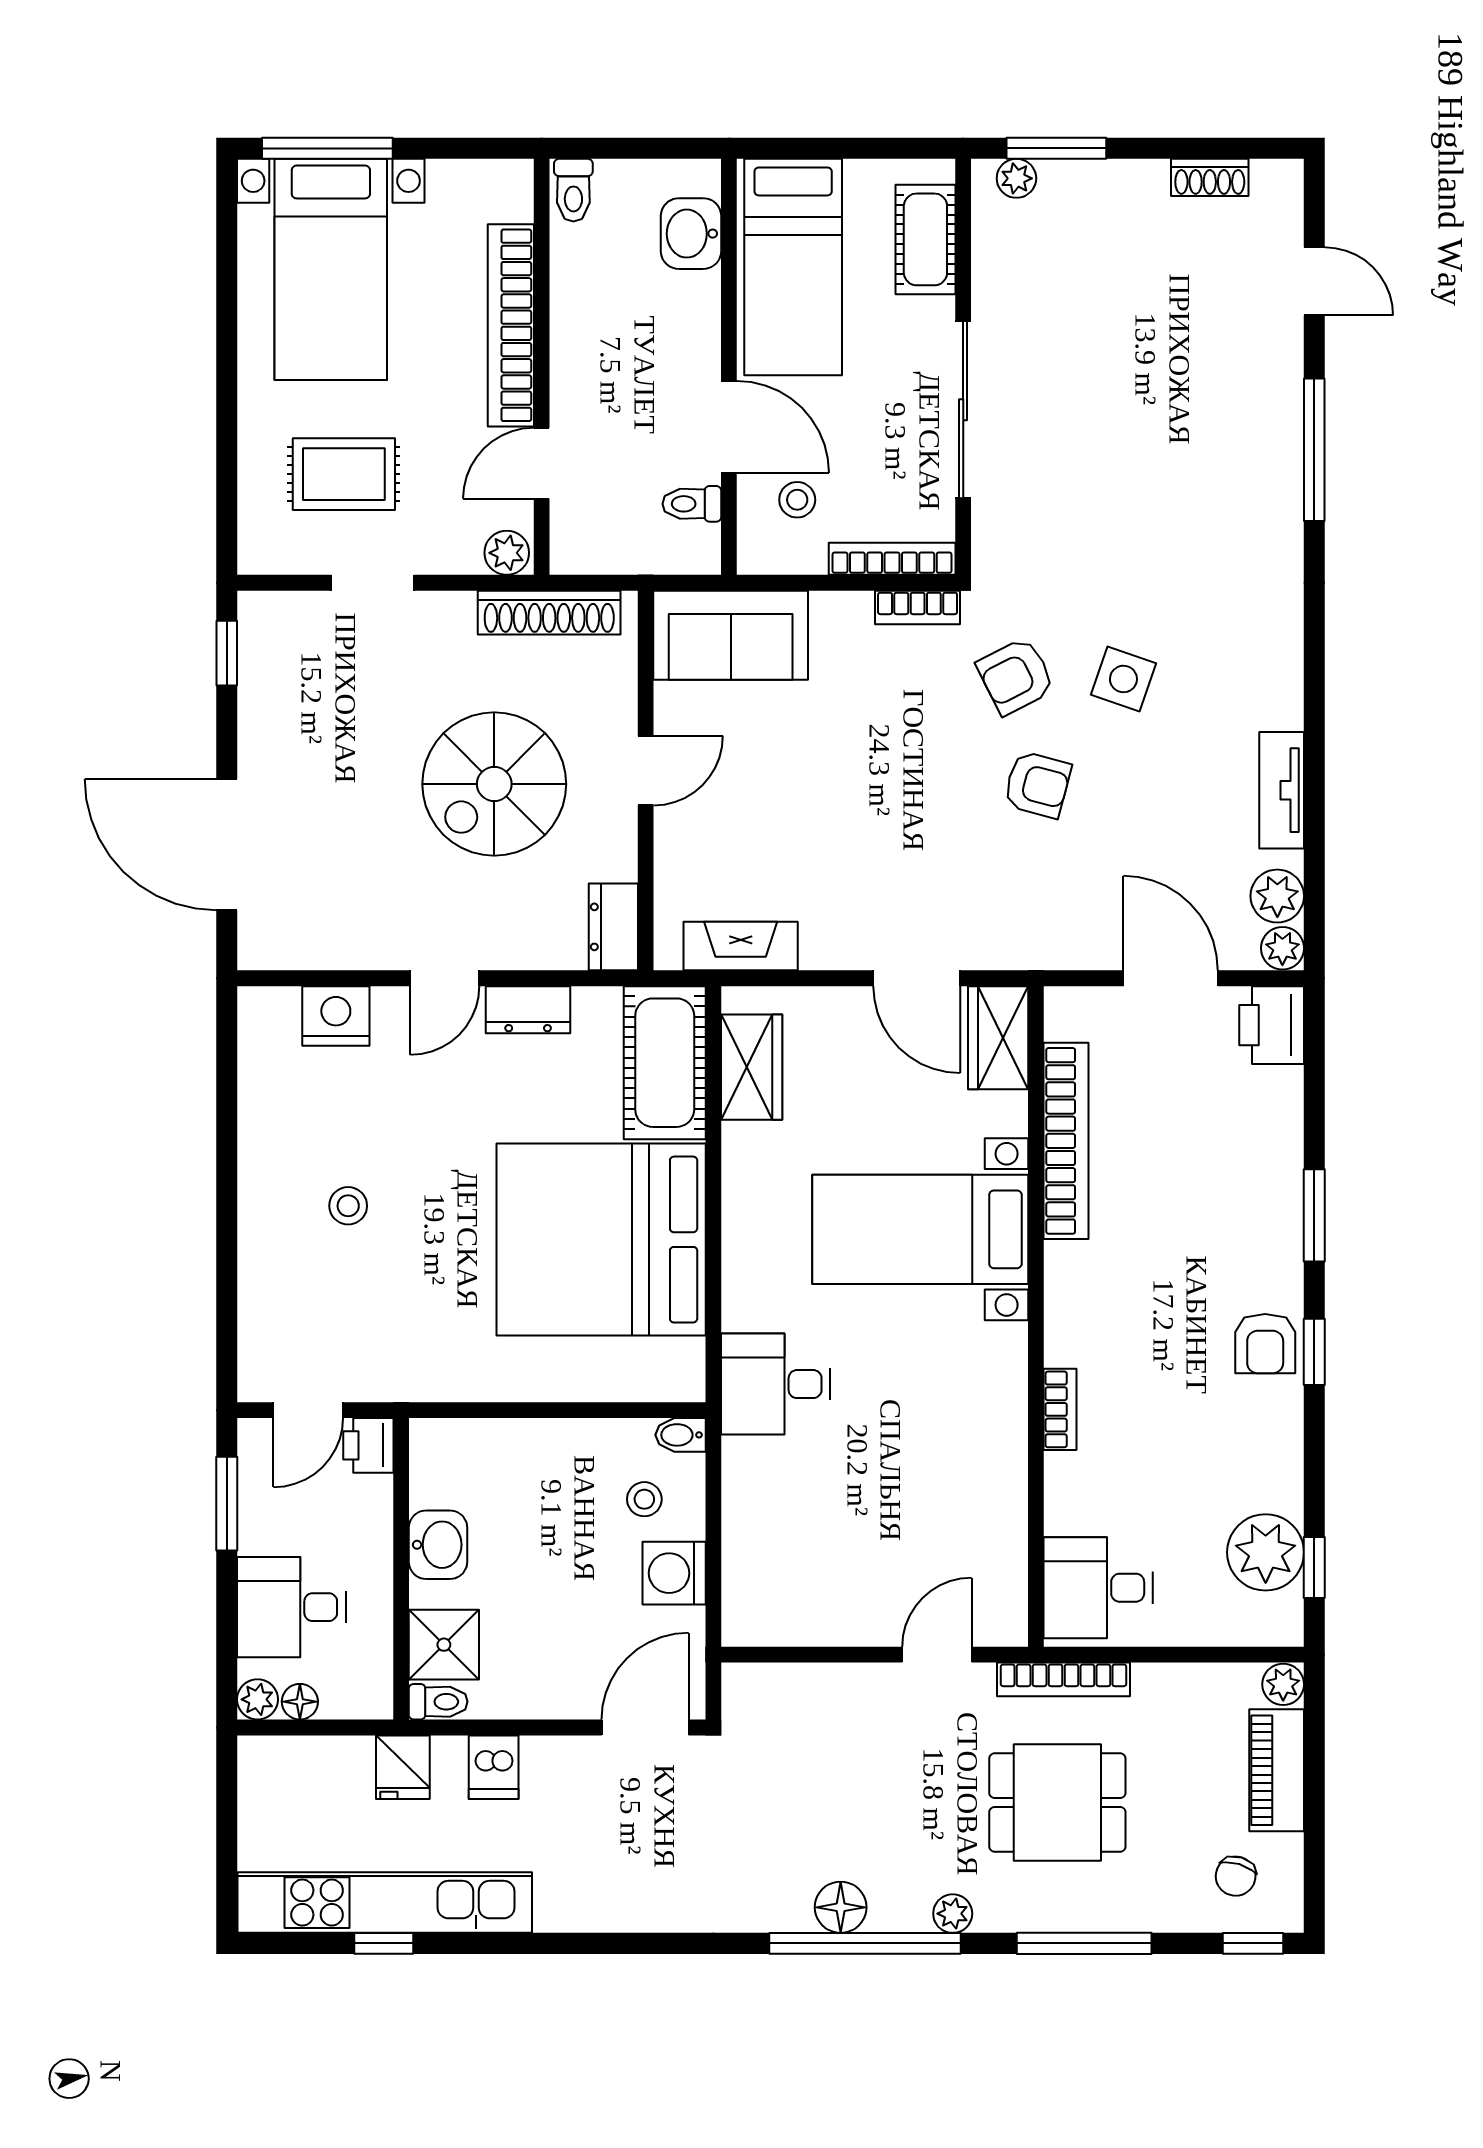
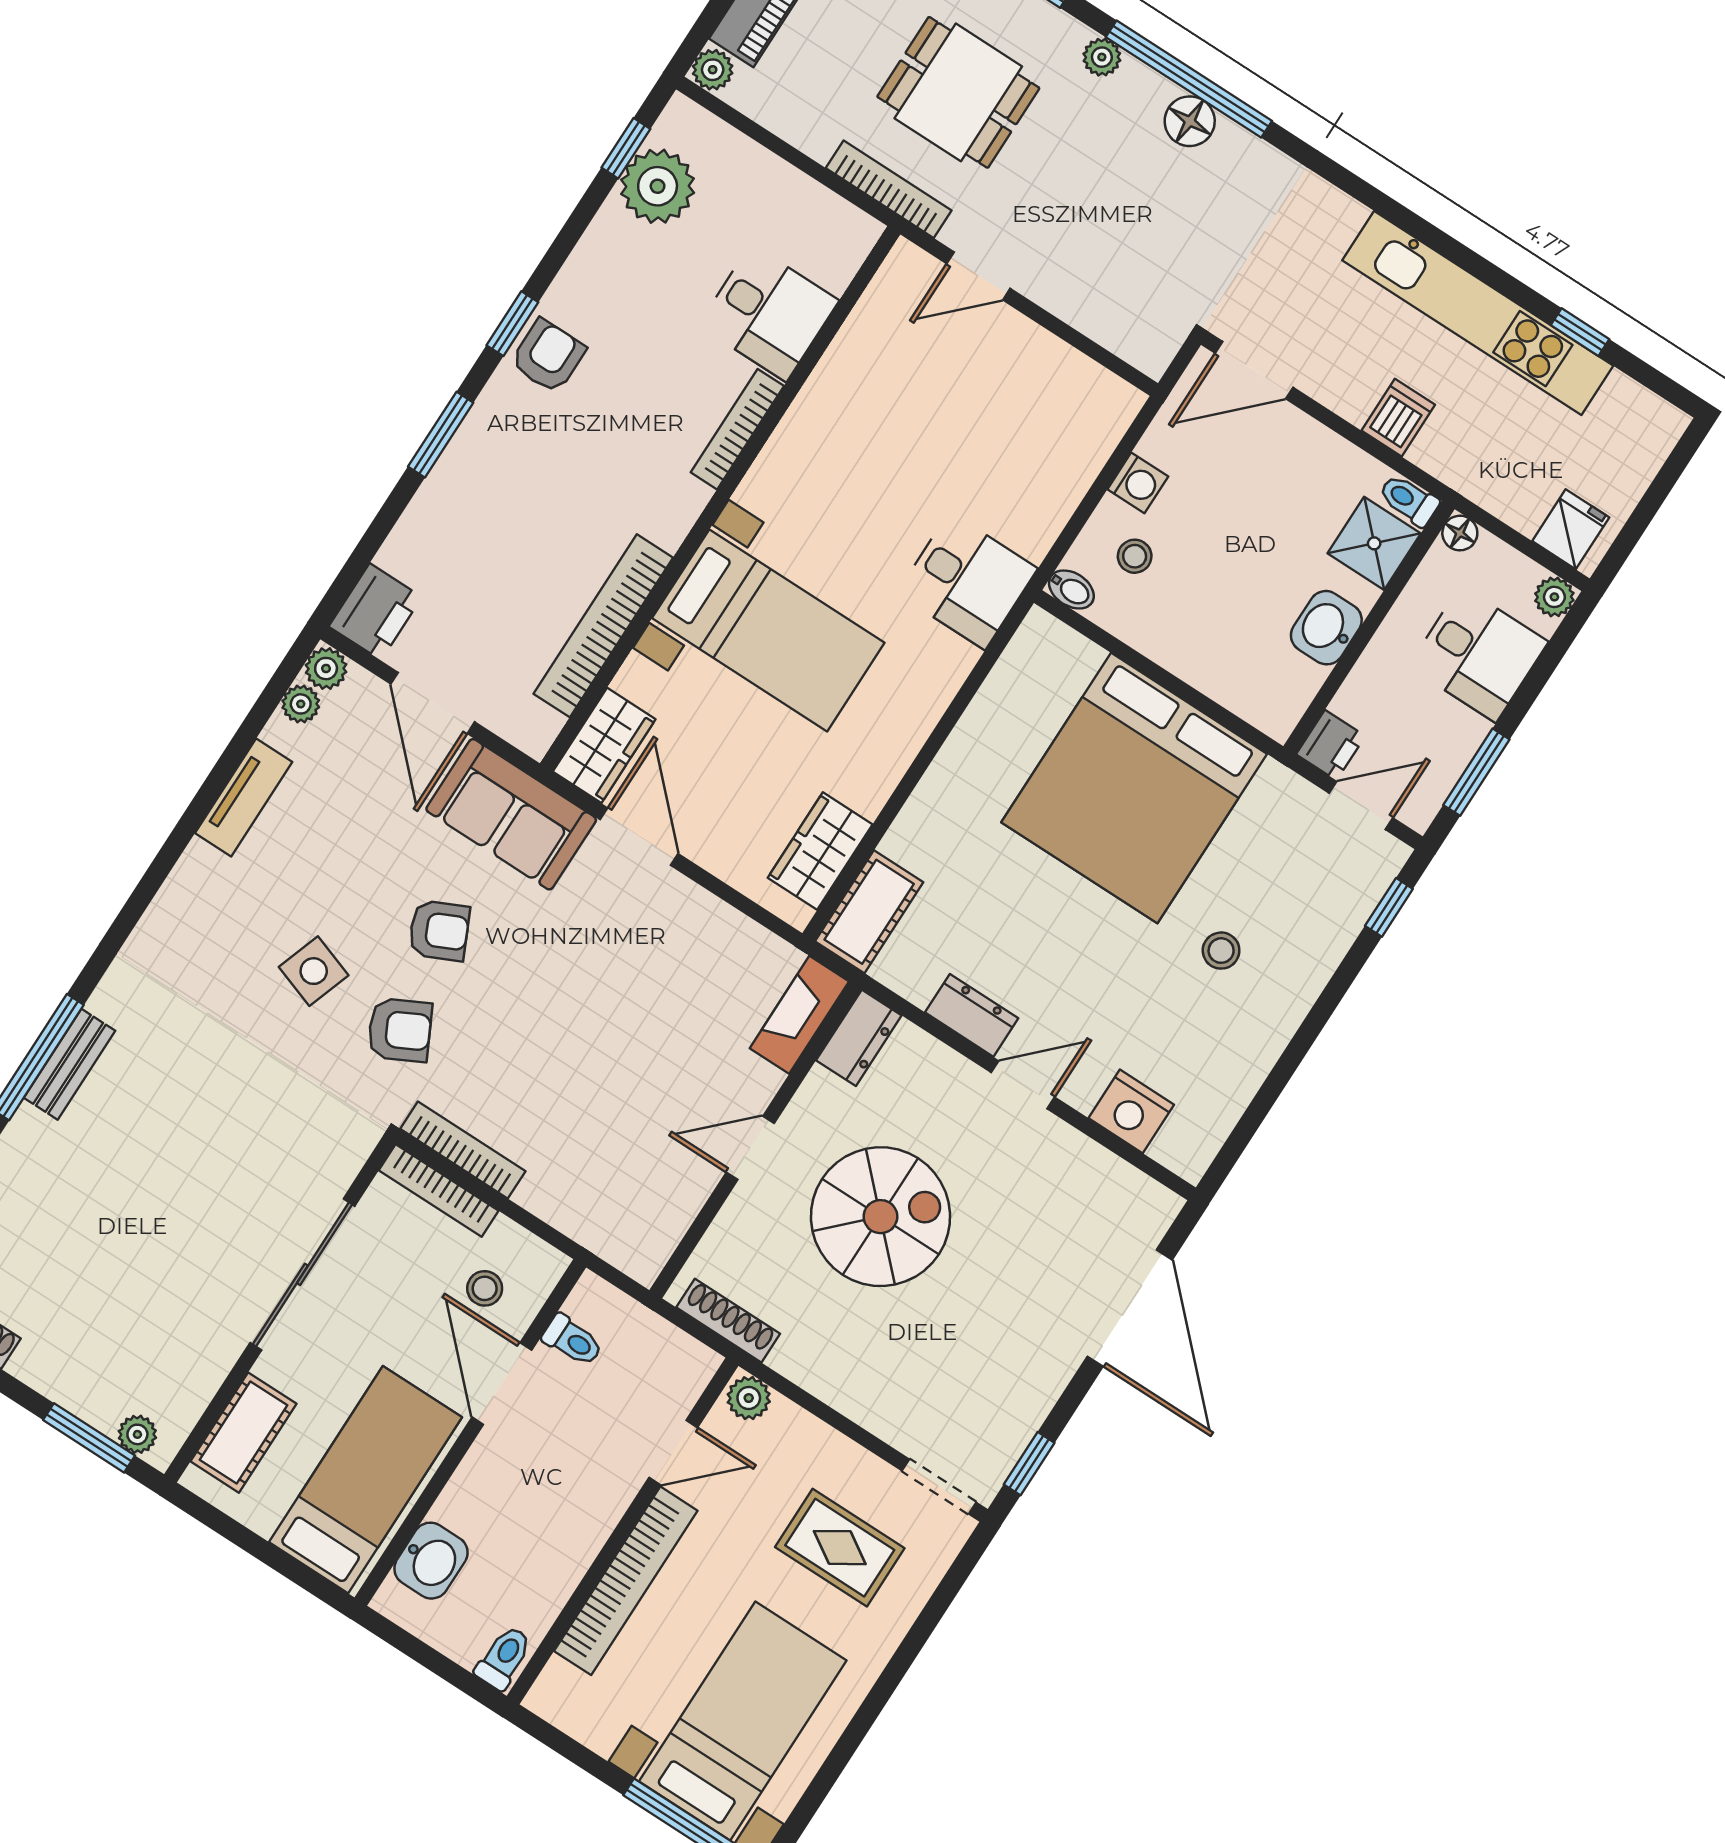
bench: (1283, 461) -> (69, 1064), added
doorway: (373, 583) -> (939, 1487), moved
bookcase: (918, 607) -> (463, 1150), width x1.56
shoe rack: (549, 613) -> (728, 1321), width x0.74, depth x0.81
sofa: (731, 635) -> (511, 814), moved, turned 180
armchair: (1037, 785) -> (439, 931), turned 140
plant: (1277, 896) -> (301, 704), width x0.73, depth x0.73
fireplace: (741, 946) -> (799, 1015), moved, turned 90
cot: (665, 1063) -> (869, 912), width x0.73, depth x0.75
bed: (601, 1240) -> (1134, 788), moved, turned 90
window: (227, 1337) -> (1389, 907), added
bookcase: (1060, 1409) -> (737, 429), width x1.56
washing machine: (674, 1573) -> (1138, 483), width x0.73, depth x0.73
desk: (1098, 1588) -> (769, 313), moved
floor lamp: (300, 1702) -> (1460, 533), moved
fridge: (403, 1767) -> (1571, 529), moved
kitchen unit: (385, 1903) -> (1478, 313), moved

